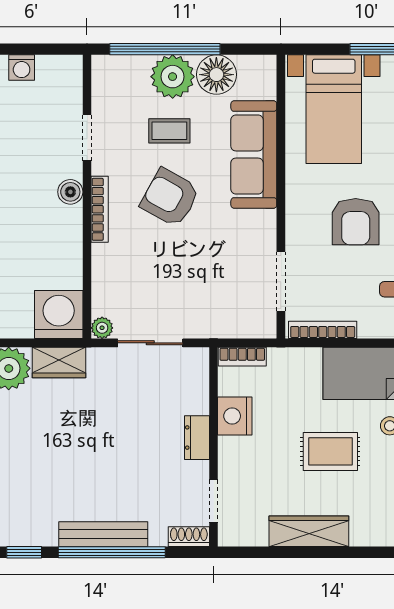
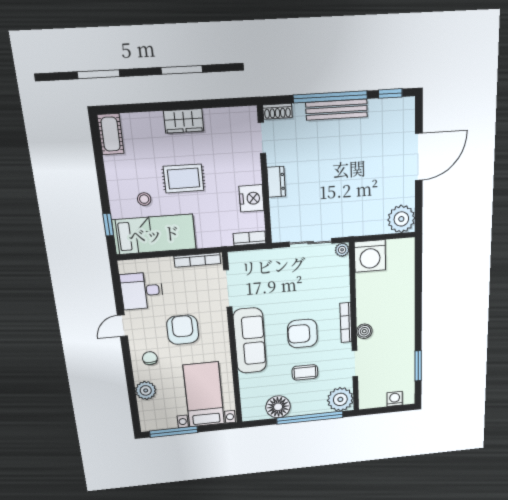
plant: (173, 77) -> (340, 399), moved
sofa: (254, 154) -> (250, 341), moved
armchair: (170, 198) -> (302, 334), turned 151
wardrobe: (59, 362) -> (369, 225), removed
wardrobe: (309, 531) -> (184, 121), width x0.67

